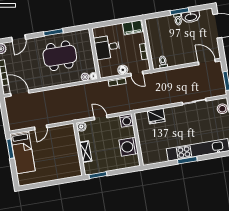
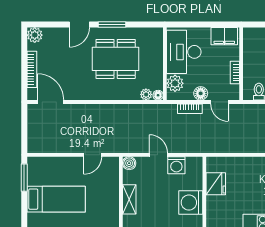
door: (19, 38) -> (79, 25), moved
desk: (107, 47) -> (184, 52), width x1.37
plant: (104, 66) -> (175, 83), added
fridge: (156, 116) -> (216, 184), moved, turned -90
washing machine: (127, 120) -> (176, 165), moved
door: (41, 127) -> (93, 155), moved
bed: (23, 152) -> (56, 199), moved, turned -90

